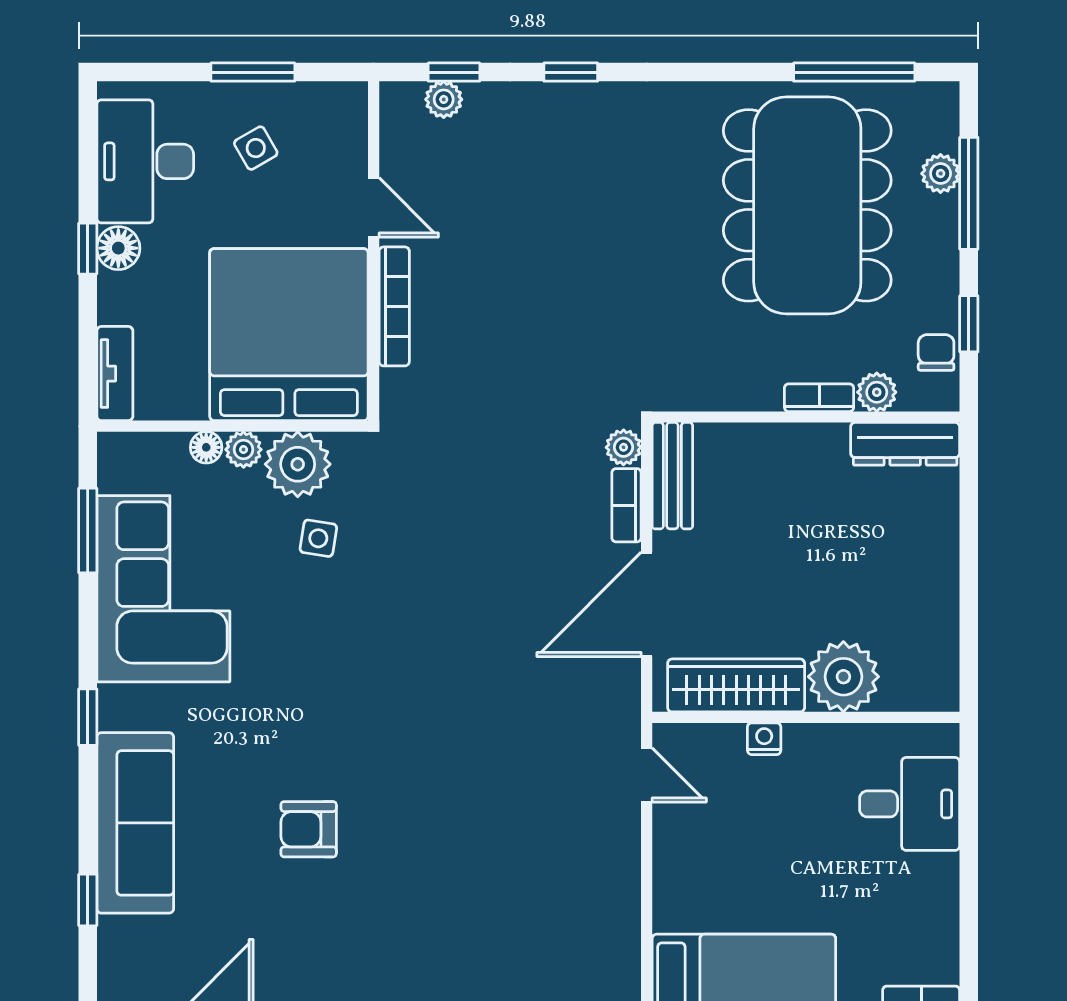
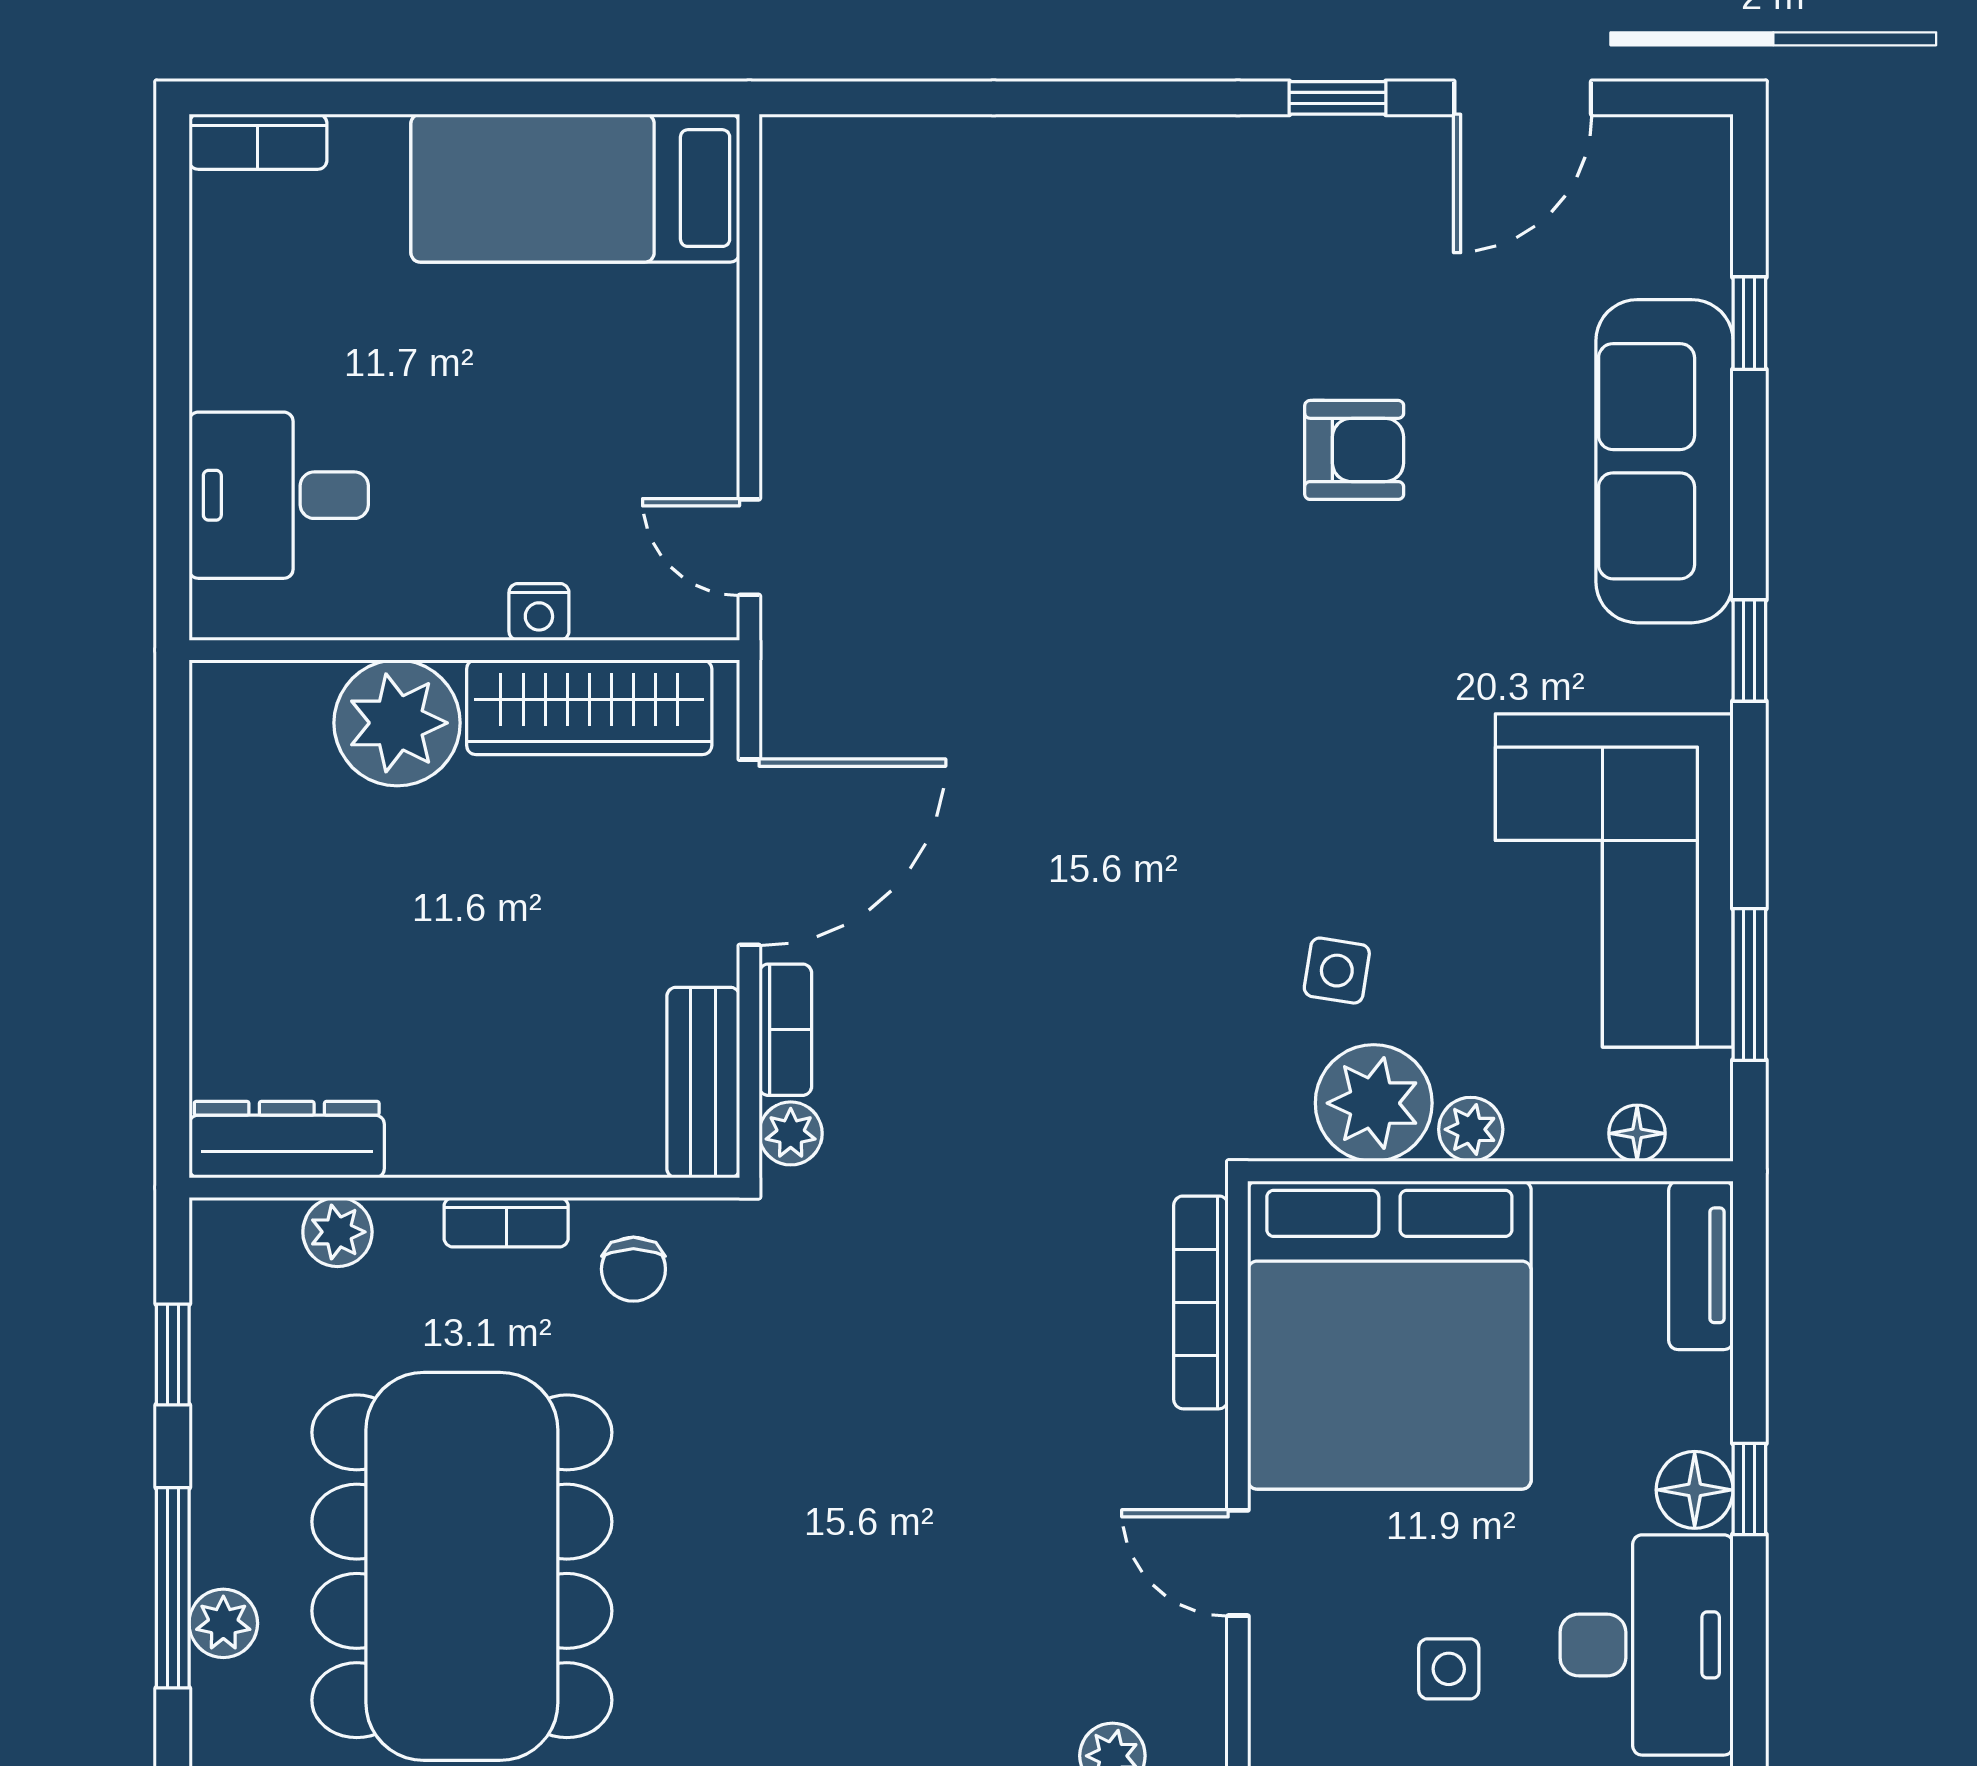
side table: (256, 148) -> (1449, 1669), turned 30
bookcase: (394, 306) -> (1201, 1302), moved
chair: (936, 352) -> (633, 1269), moved
bookcase: (819, 398) -> (506, 1222), moved
floor lamp: (206, 447) -> (1637, 1133), moved

